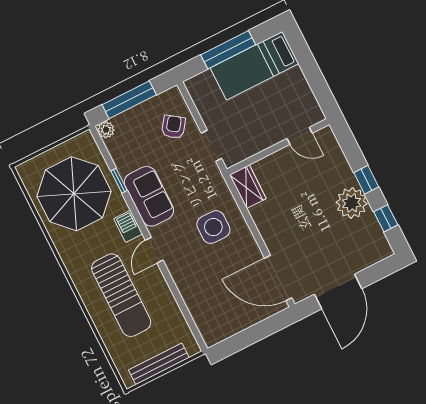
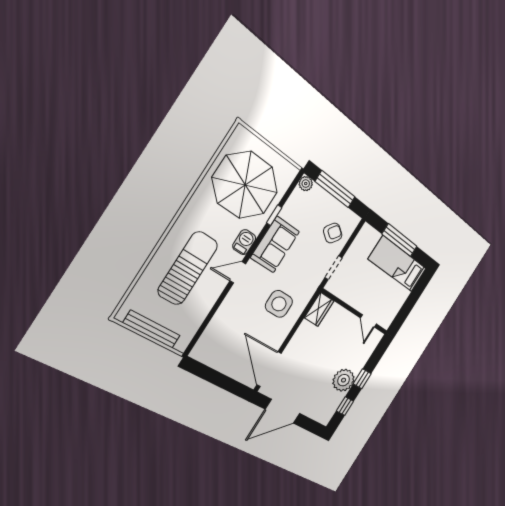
sun lounger: (121, 295) -> (188, 268), turned 180

